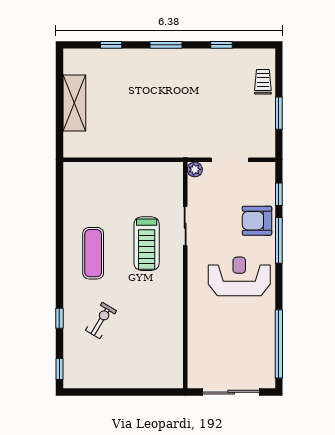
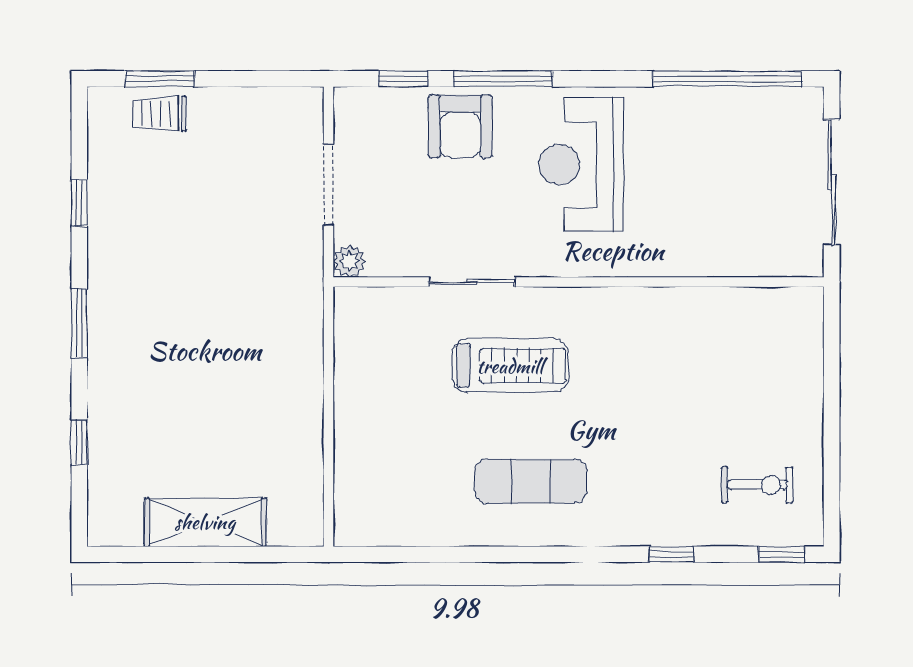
window: (279, 113) -> (160, 79), moved
exercise bike: (101, 320) -> (757, 485), moved, turned 149

